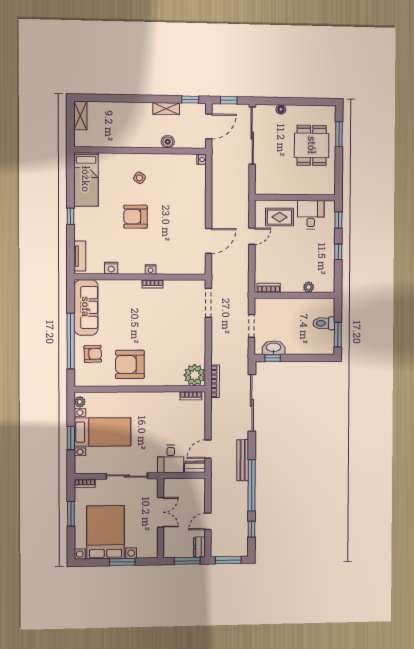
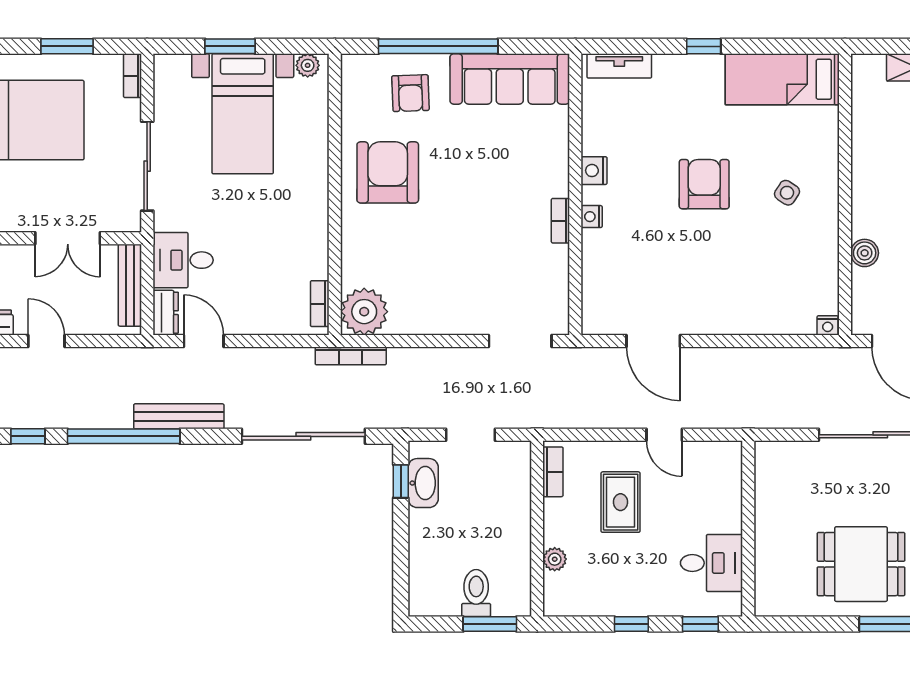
rug: (279, 217) -> (621, 502), moved
nightstand: (111, 268) -> (594, 171), moved
window: (338, 335) -> (490, 624), moved
bench: (182, 483) -> (130, 285), added

